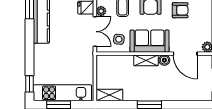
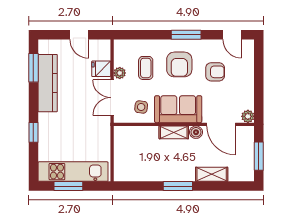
double door: (95, 32) -> (112, 98), swing flipped
window: (30, 84) -> (33, 132), moved
shelving: (109, 95) -> (212, 174), moved

